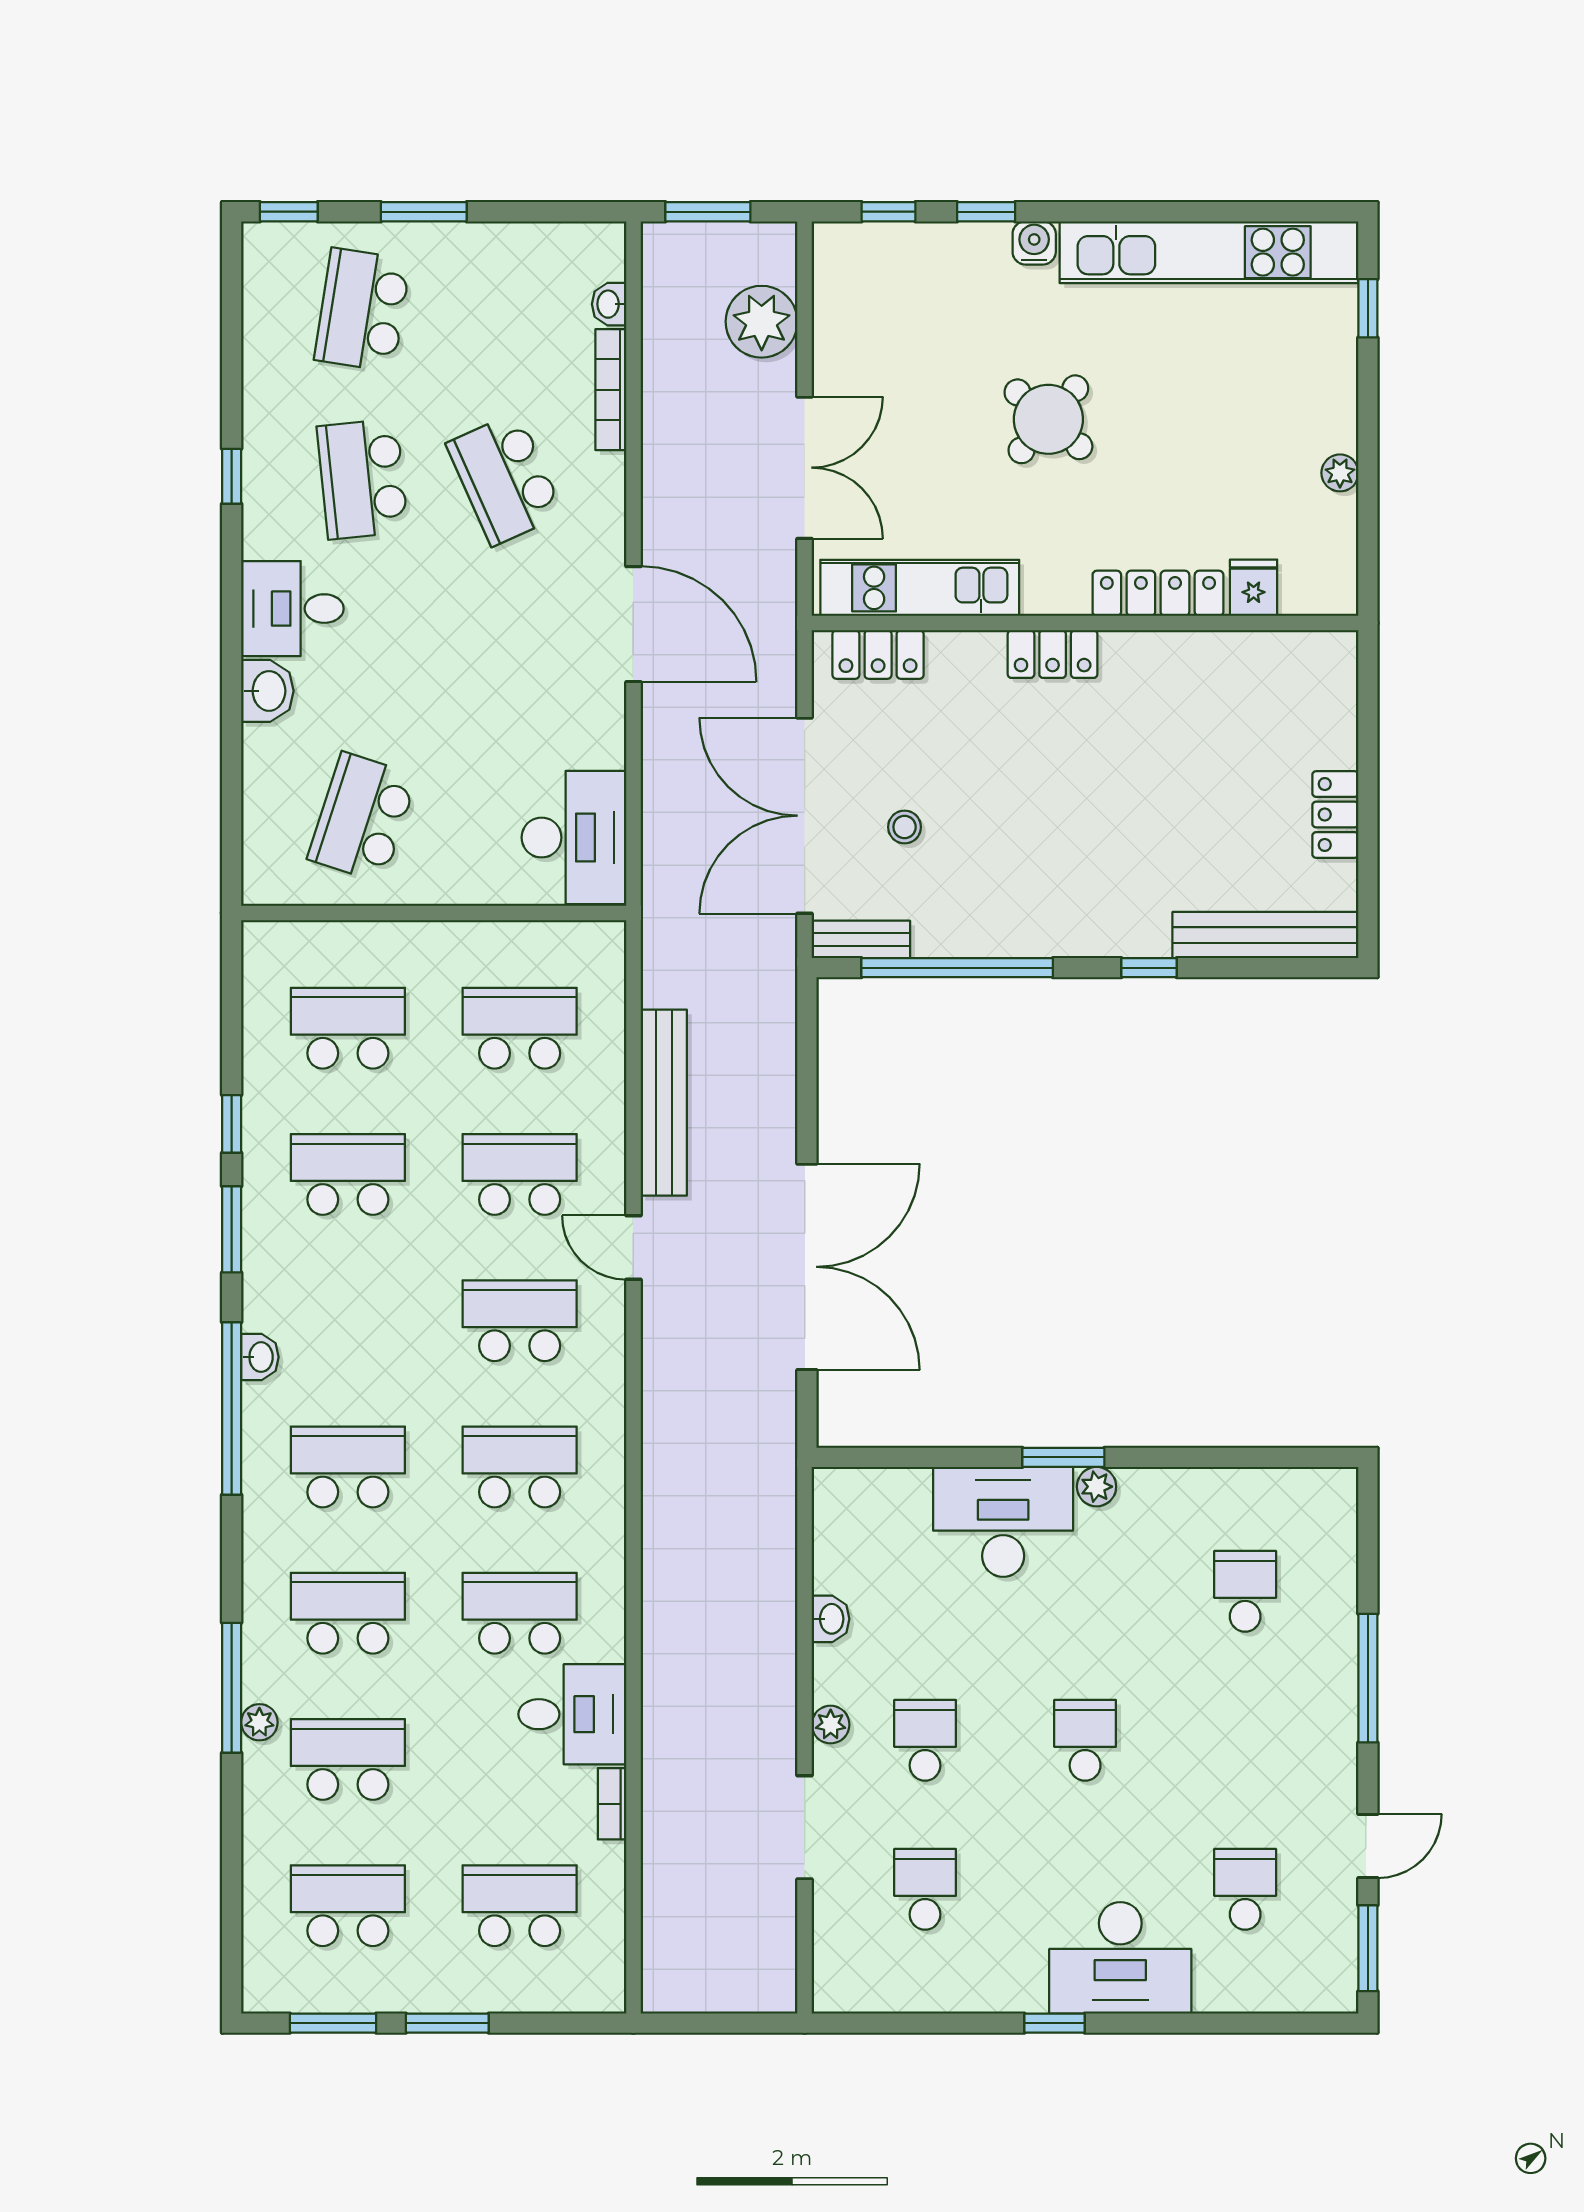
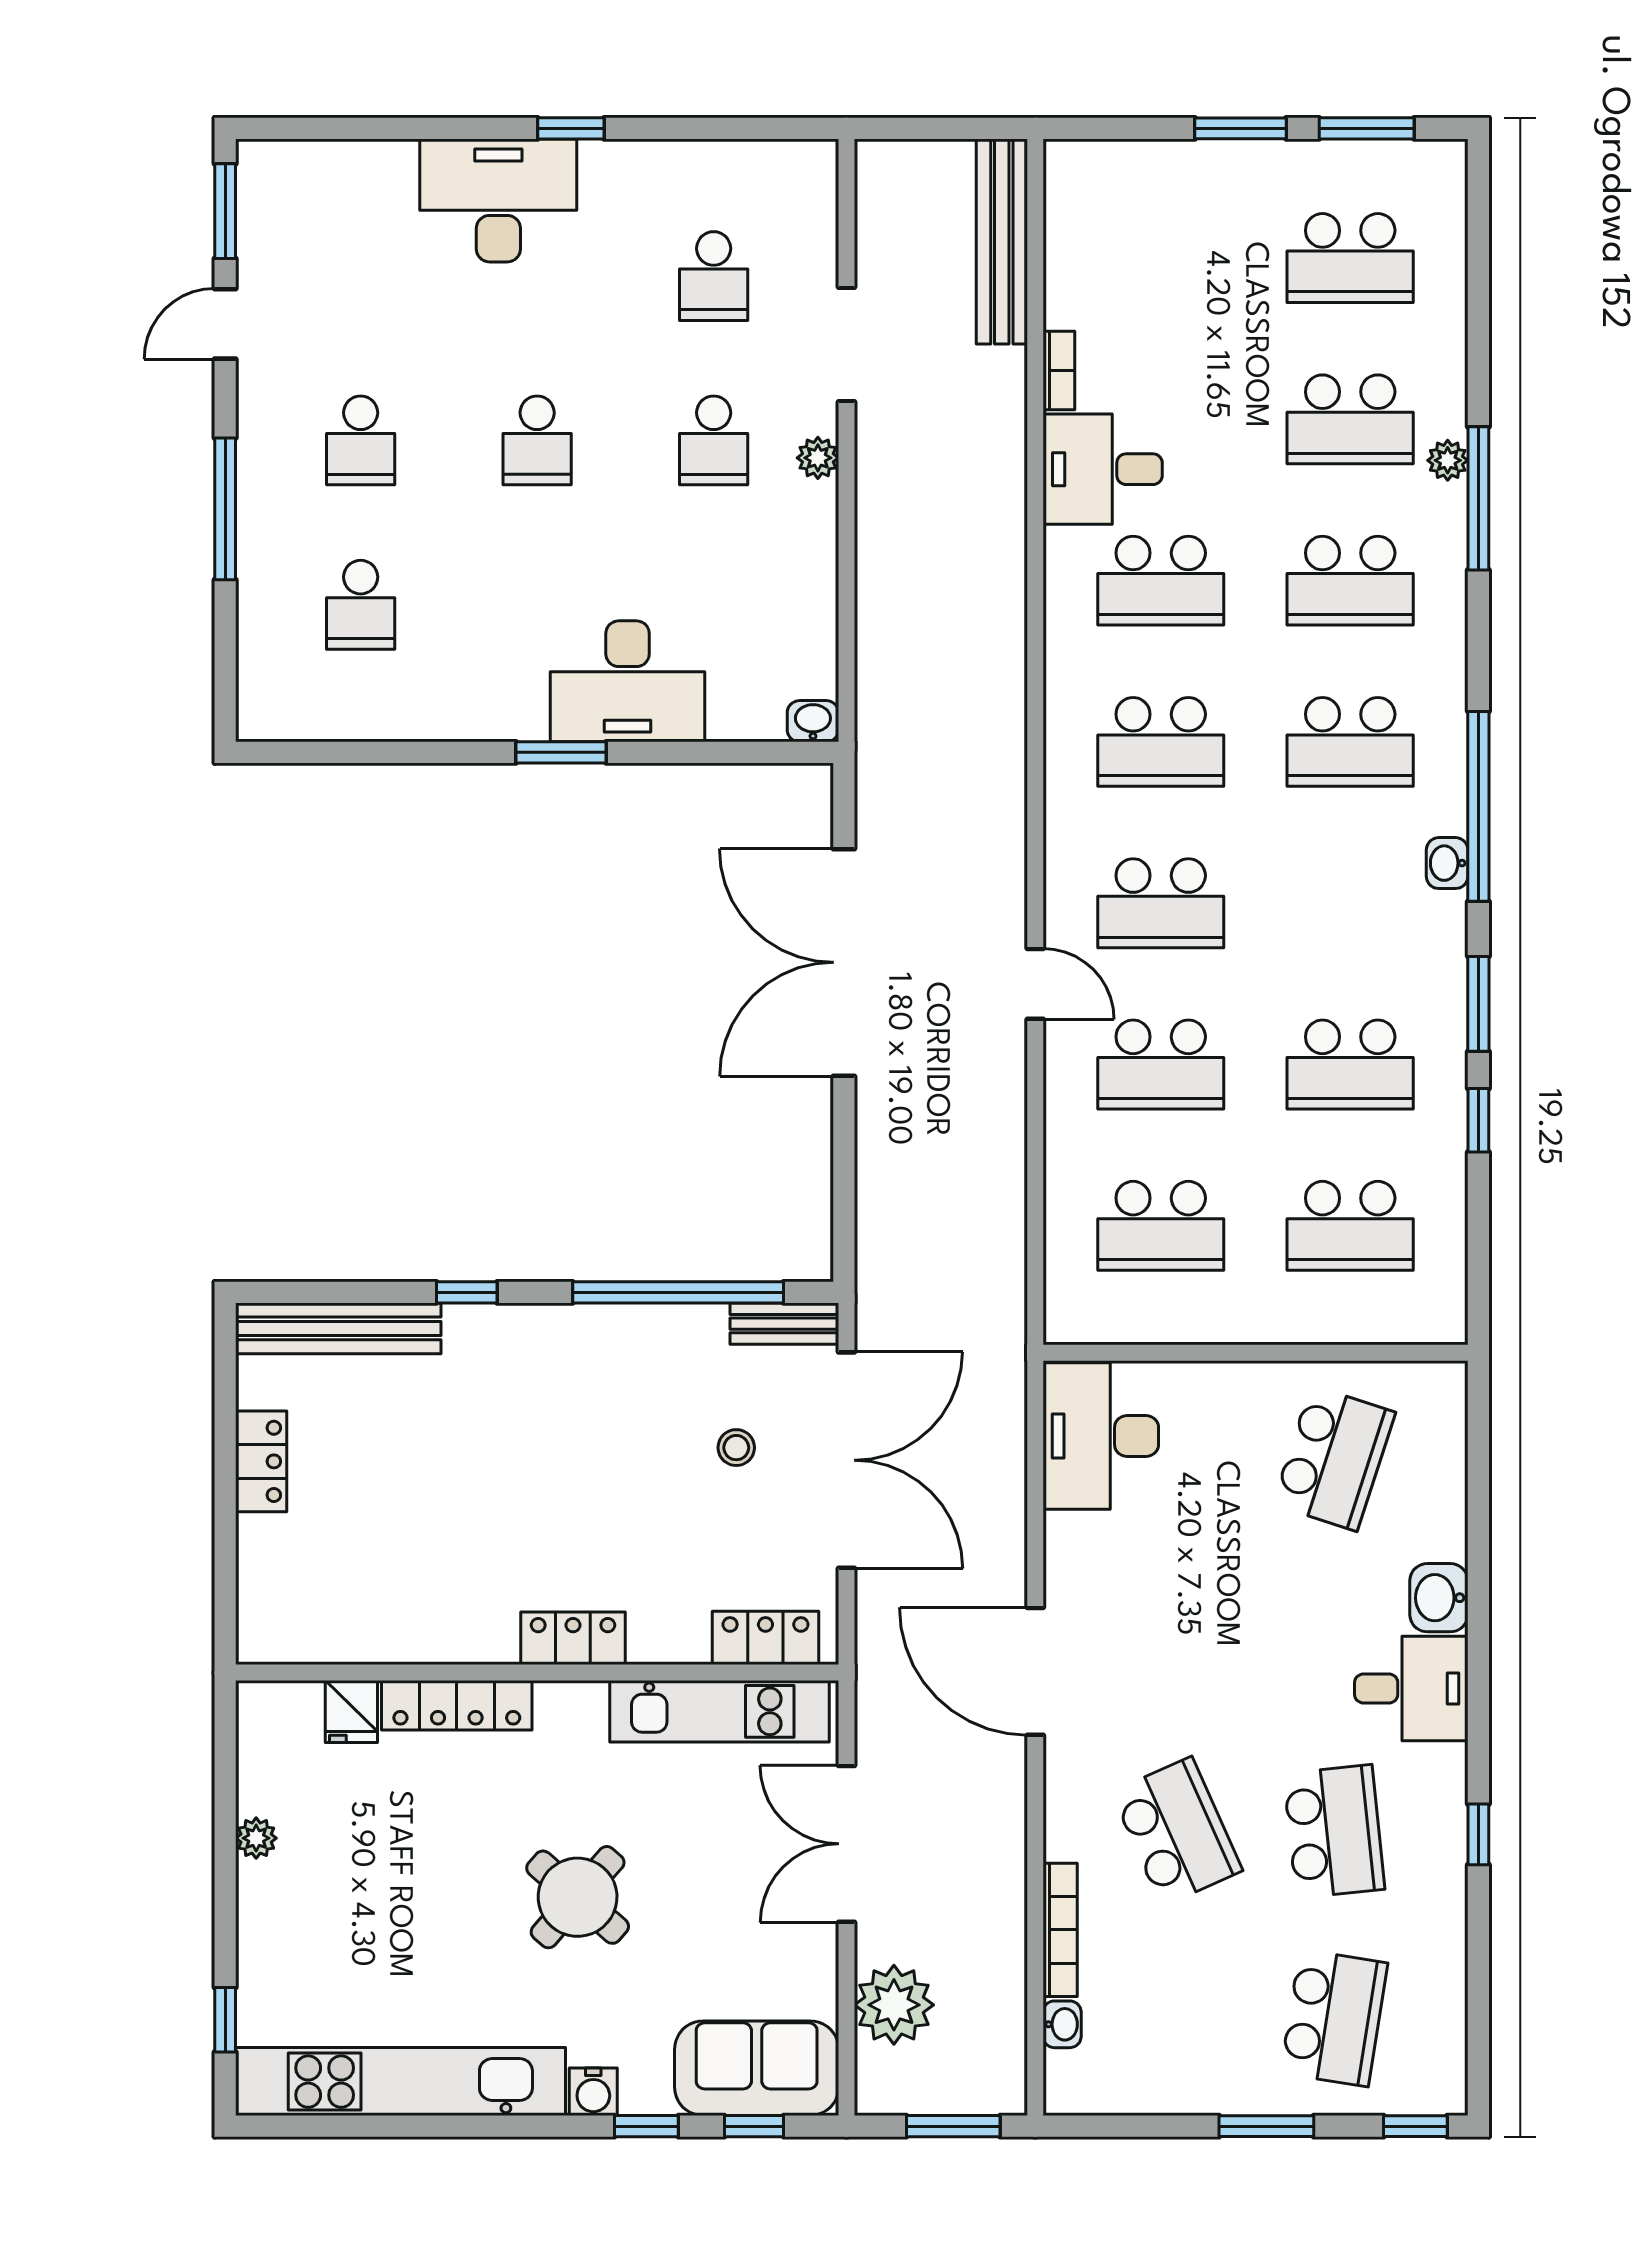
sofa: (886, 264) -> (757, 2068), added
bench: (664, 1103) -> (1002, 242), moved
plant: (1097, 1487) -> (525, 720), removed
washbasin: (831, 1619) -> (813, 721), moved, turned 90
school desk: (1245, 1889) -> (361, 440), moved
school desk: (520, 1906) -> (1161, 258), removed

